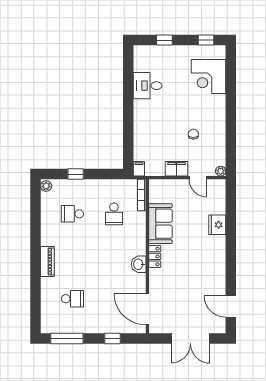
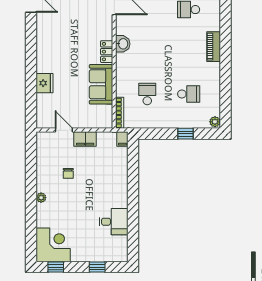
corner desk: (209, 77) -> (53, 245), moved
plant: (221, 171) -> (41, 198), moved

